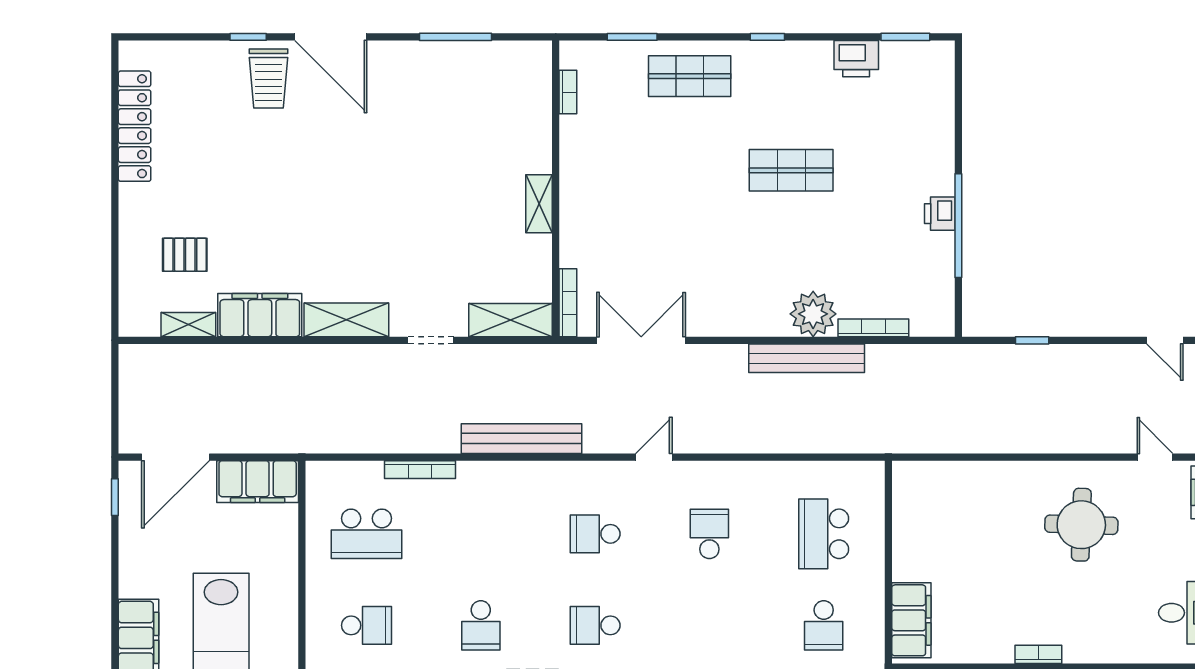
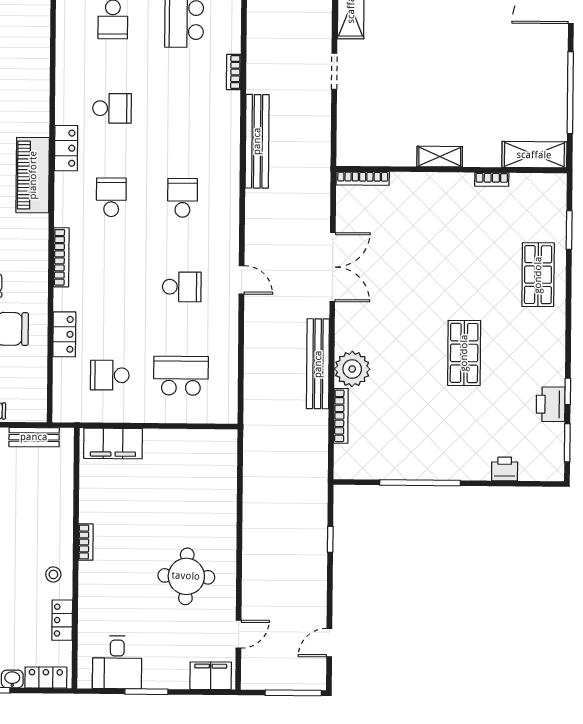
window: (456, 37) -> (570, 93), width x1.46
window: (767, 37) -> (568, 391), moved
bookcase: (568, 92) -> (492, 179), moved
printer: (940, 214) -> (505, 469), moved
shelving: (511, 320) -> (534, 155), moved, turned 90
double door: (641, 340) -> (333, 267), moved
door: (654, 457) -> (242, 280), moved
bookcase: (420, 470) -> (234, 72), width x0.64
school desk: (481, 625) -> (112, 108), turned 180

